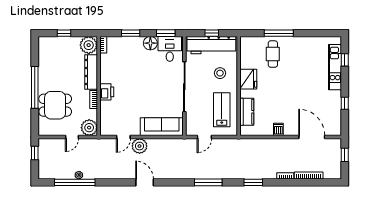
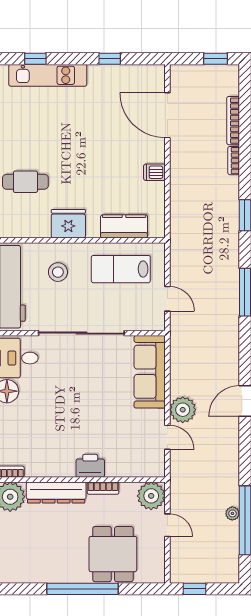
door: (312, 137) -> (167, 115), hinge flipped
window: (345, 155) -> (216, 59), moved

